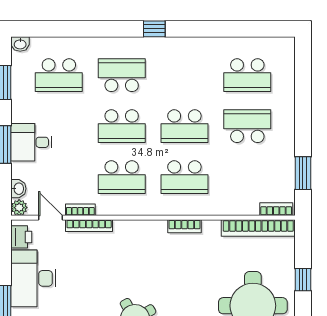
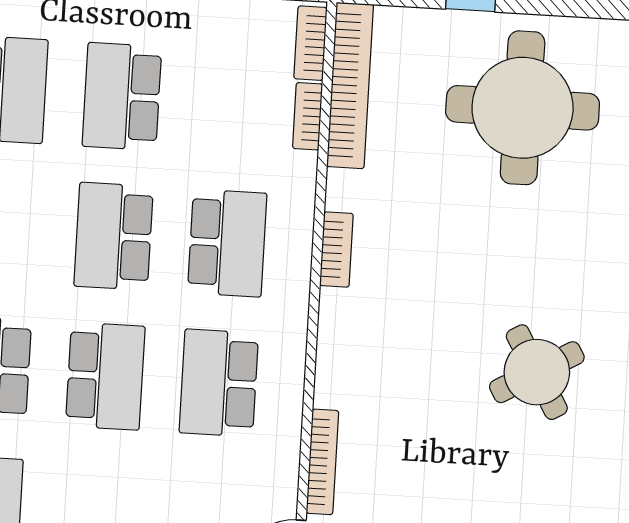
school desk: (184, 126) -> (114, 236), turned 180
school desk: (122, 177) -> (219, 383), turned 180
bookcase: (80, 210) -> (308, 116), moved

